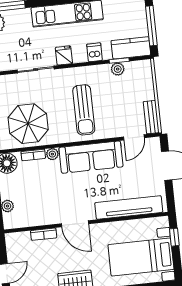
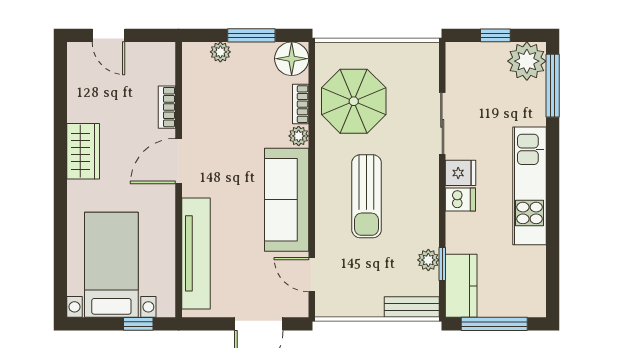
dishwasher: (95, 52) -> (460, 199), moved
sun lounger: (84, 110) -> (367, 196), turned -90
bench: (151, 117) -> (412, 307), moved

